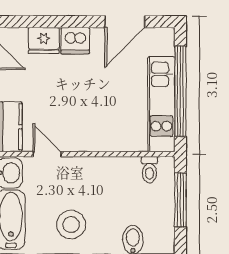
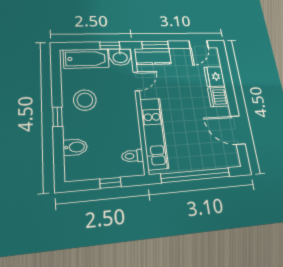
kitchen unit: (161, 104) -> (154, 133), moved, turned 90
window: (180, 200) -> (110, 183), width x0.46

